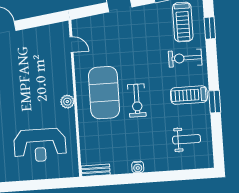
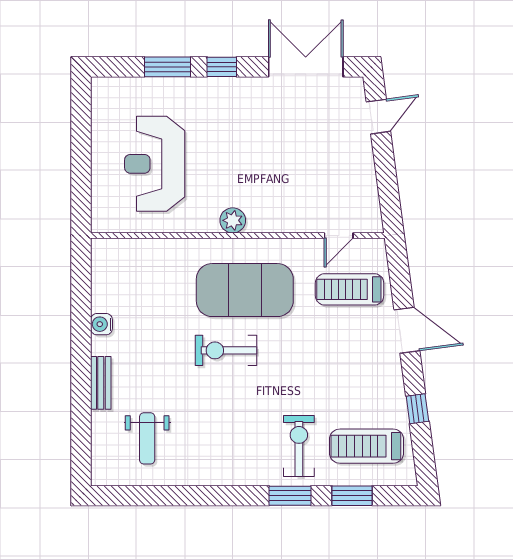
treadmill: (189, 95) -> (350, 289), moved, turned -90
window: (215, 102) -> (290, 496), moved
water cooler: (138, 167) -> (101, 324), moved
bench: (96, 170) -> (101, 383), moved

